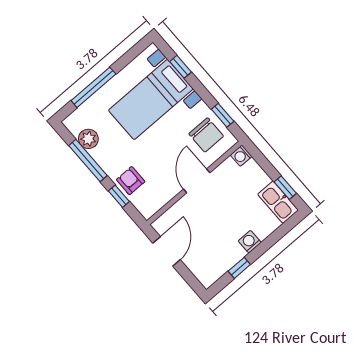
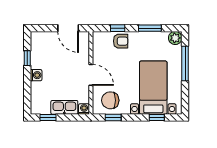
plant: (88, 139) -> (175, 38), moved
window: (88, 161) -> (150, 28), width x0.69
kitchen sink: (278, 202) -> (64, 107), moved

